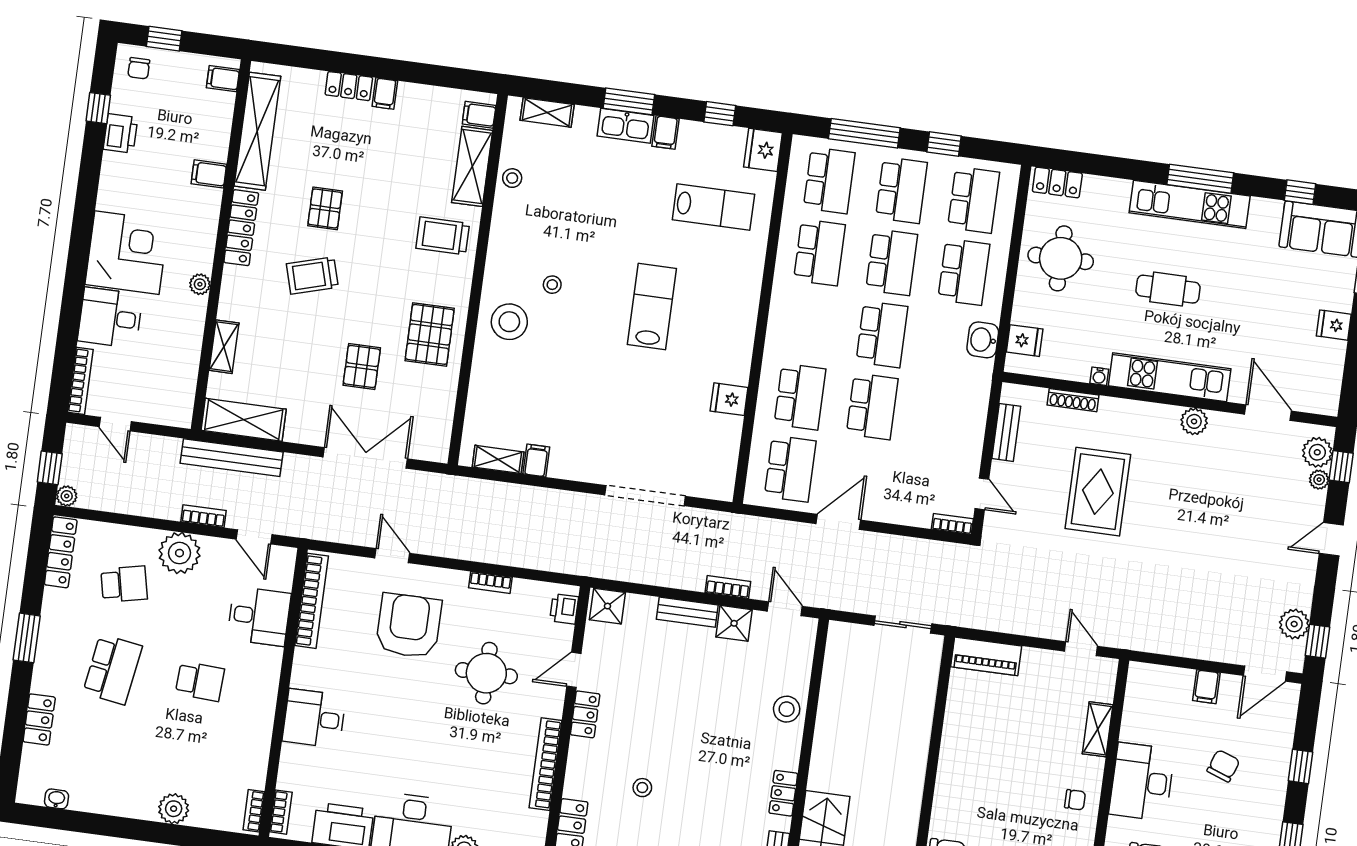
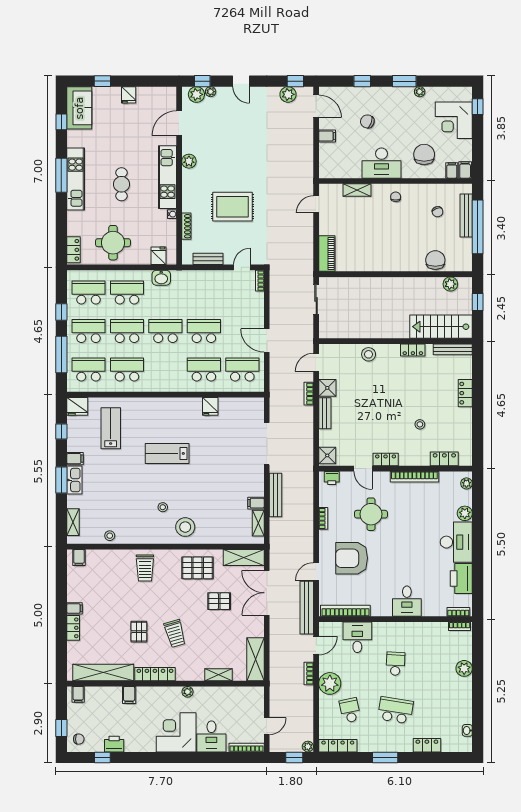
shelving: (472, 166) -> (244, 558), moved
pallet: (325, 208) -> (139, 632), turned 90
bench: (232, 458) -> (307, 608), moved
bench: (547, 499) -> (276, 495), added

